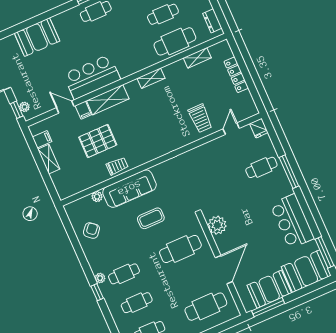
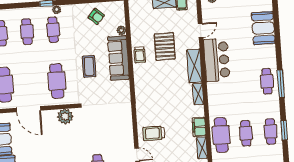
shelving: (151, 78) -> (198, 94), moved
filing cabinet: (83, 110) -> (199, 127), moved, width x2.00

